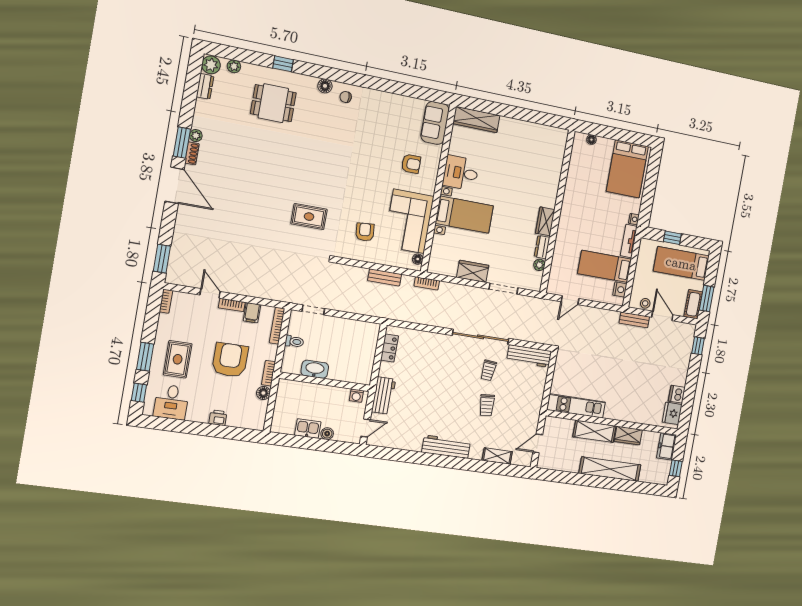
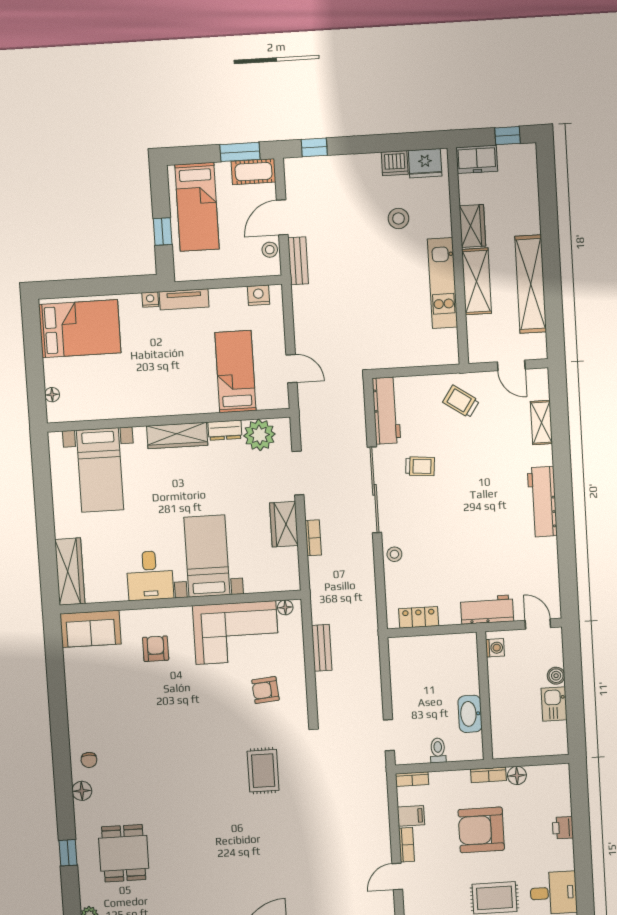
bed with nightstands: (537, 158) -> (100, 470), added
wardrobe: (545, 221) -> (177, 436), width x1.50
plant: (539, 265) -> (259, 435), width x1.87, depth x1.87
bed: (605, 266) -> (235, 372), moved, turned 180
bookcase: (427, 283) -> (313, 538), moved
bookcase: (277, 326) -> (412, 779), width x0.64
stool: (435, 341) -> (394, 554), added
stool: (644, 389) -> (398, 219), added
trolley: (487, 405) -> (461, 401), moved, turned -141
kitchen unit: (576, 406) -> (443, 283), moved
shelving: (610, 469) -> (531, 284), moved

